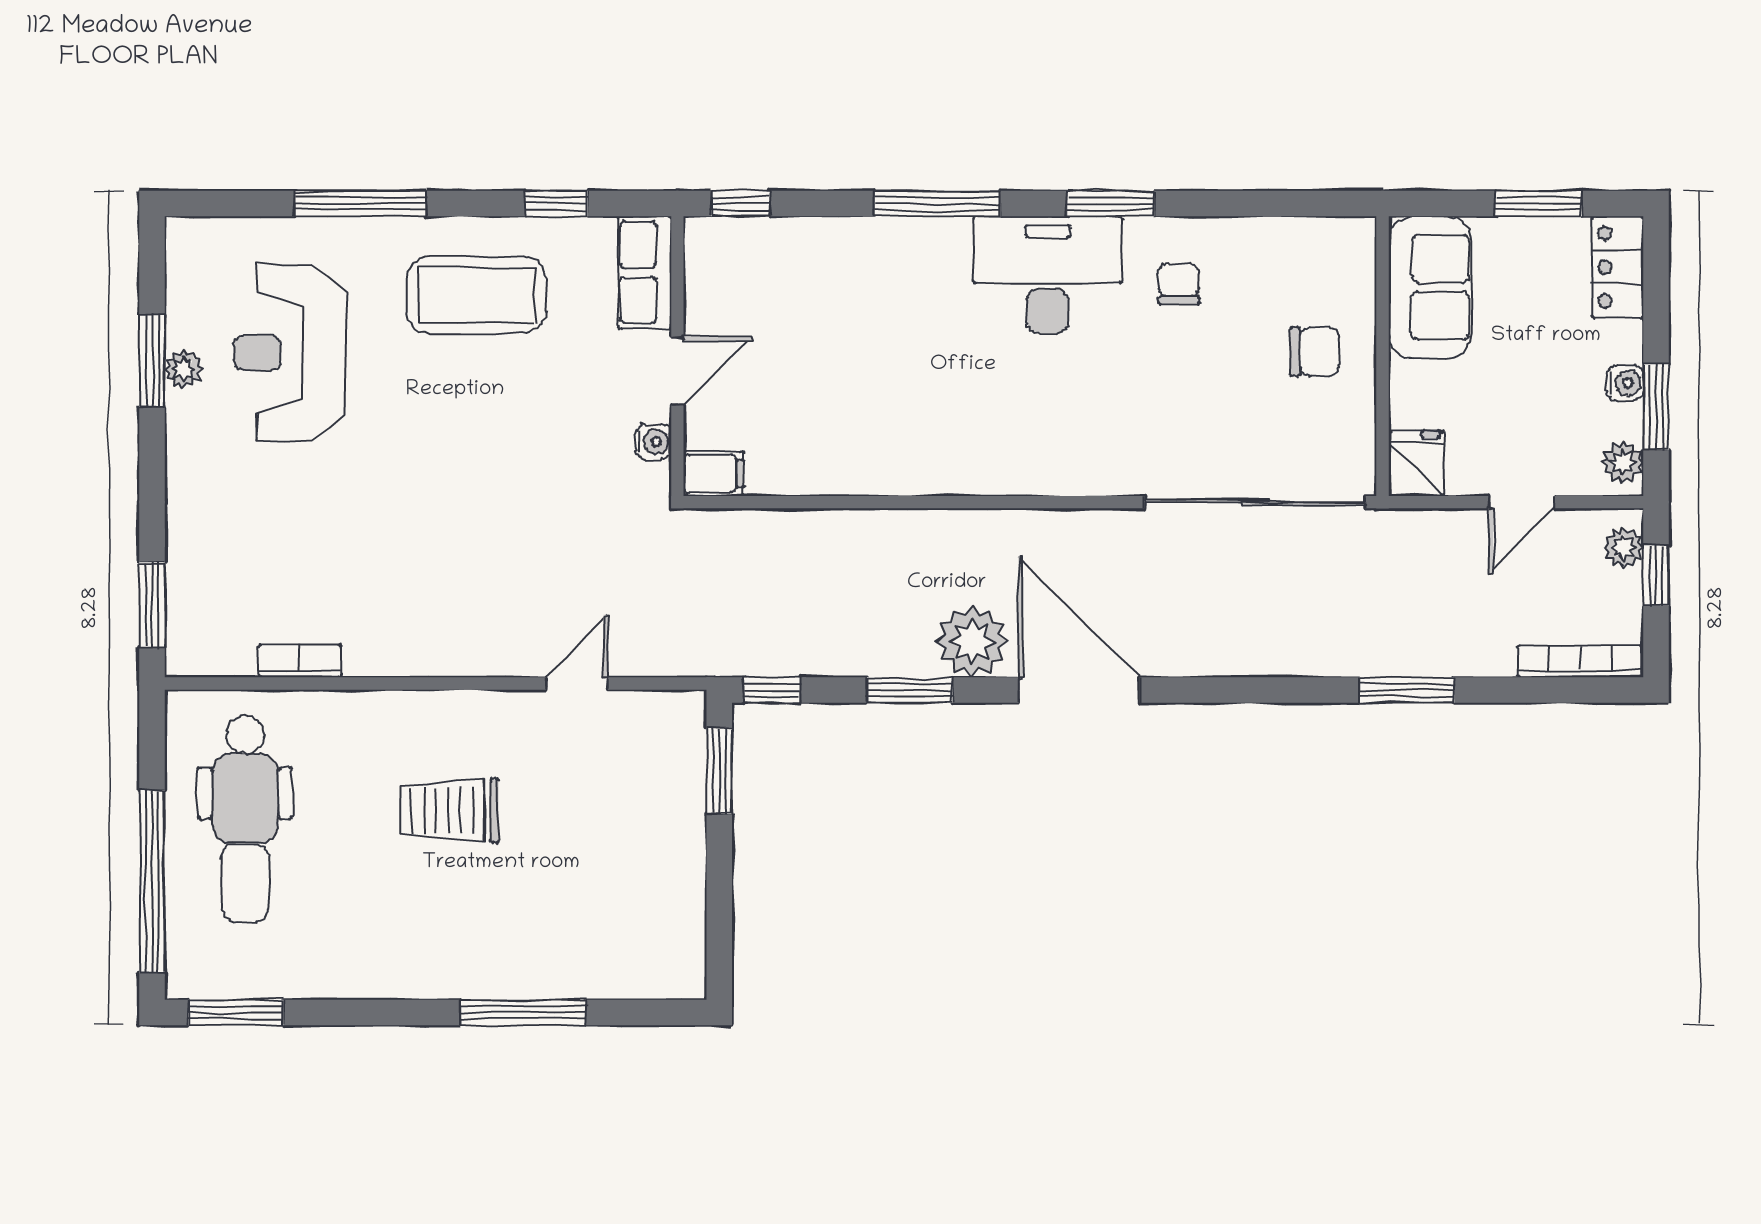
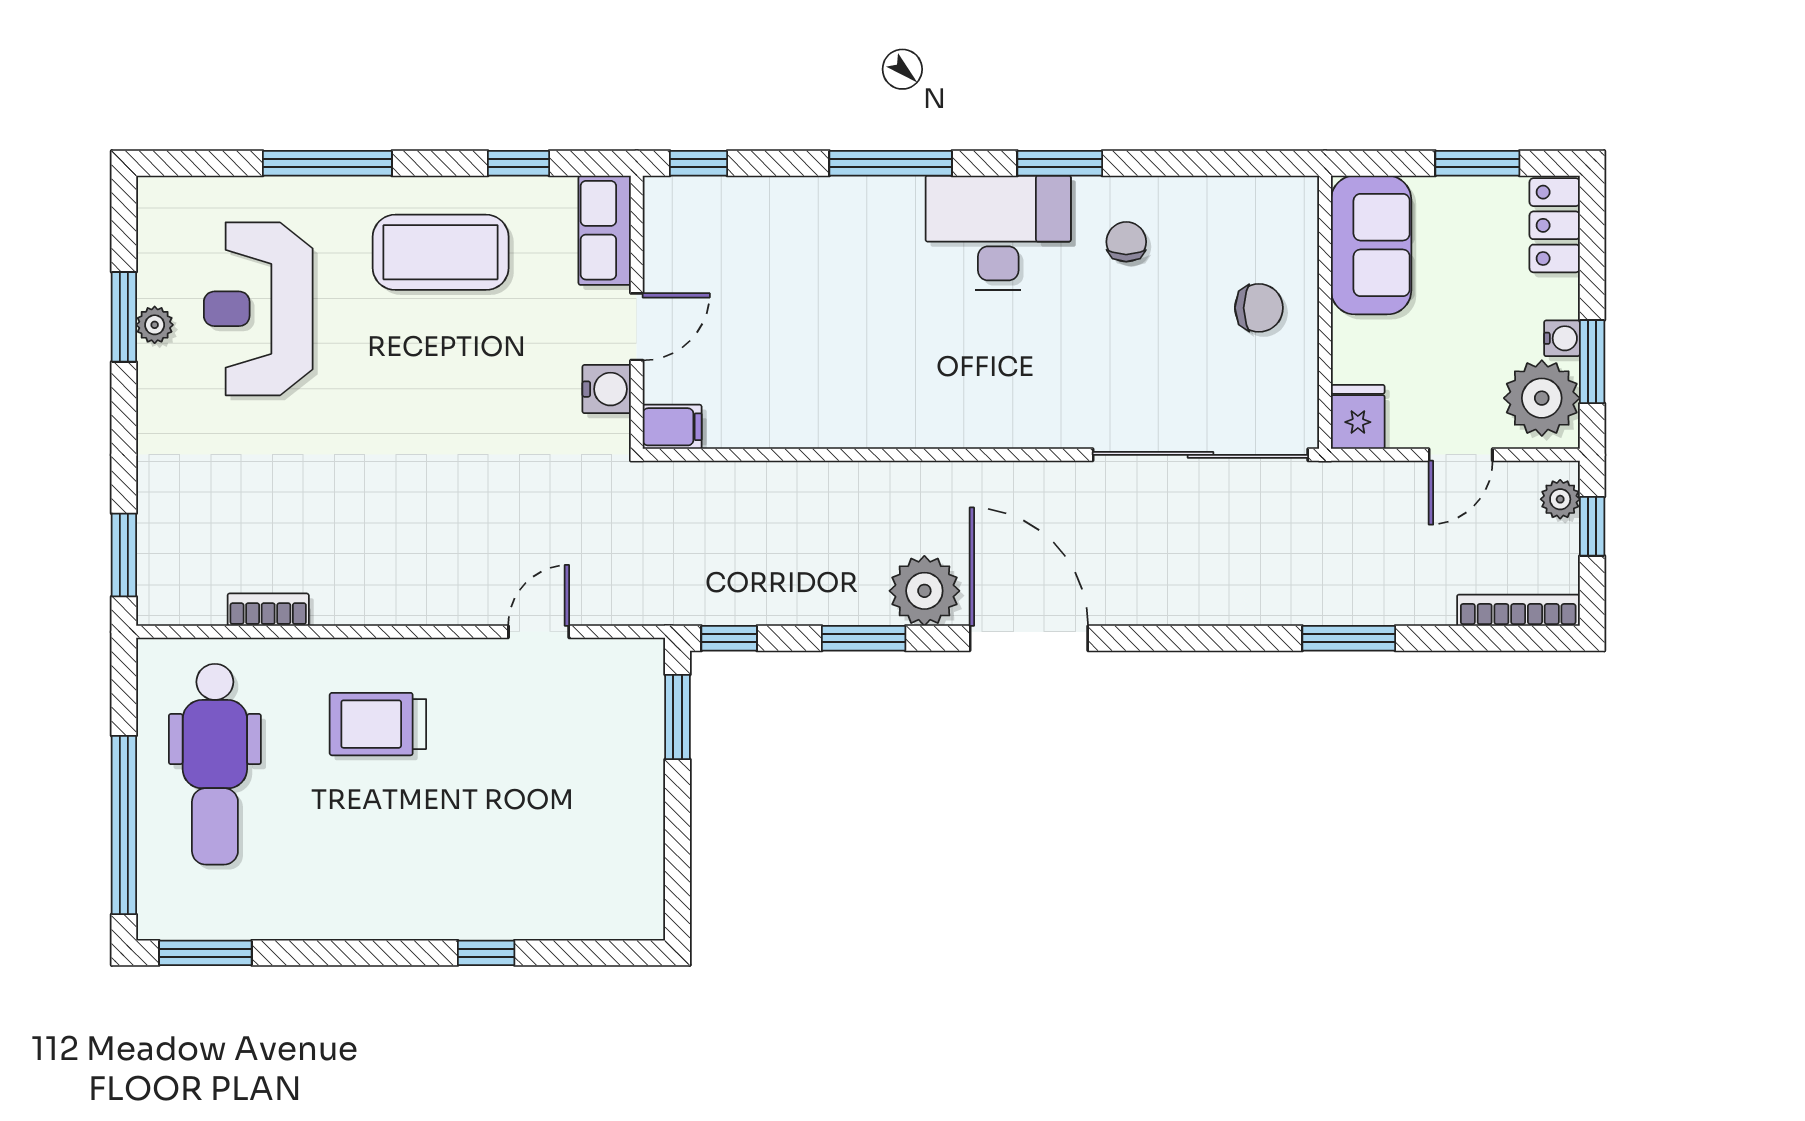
water cooler: (653, 442) -> (607, 389), width x1.38, depth x1.38
plant: (1623, 462) -> (1542, 398), width x1.87, depth x1.87
trolley: (449, 811) -> (378, 724), moved
window: (523, 1012) -> (486, 953), width x0.46

